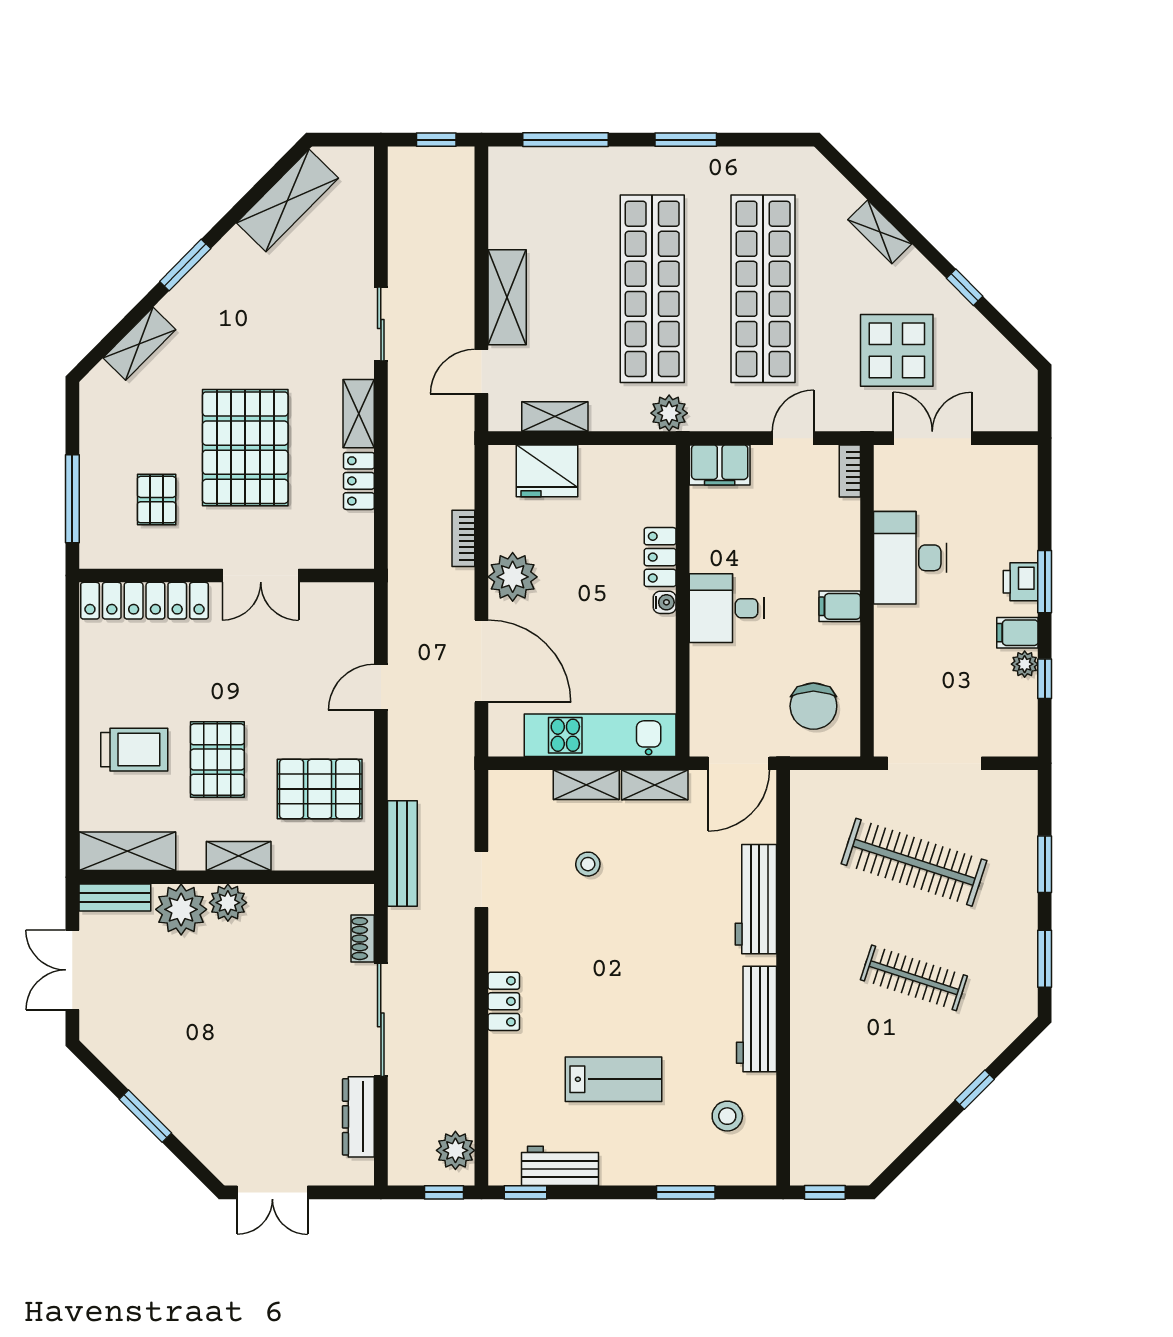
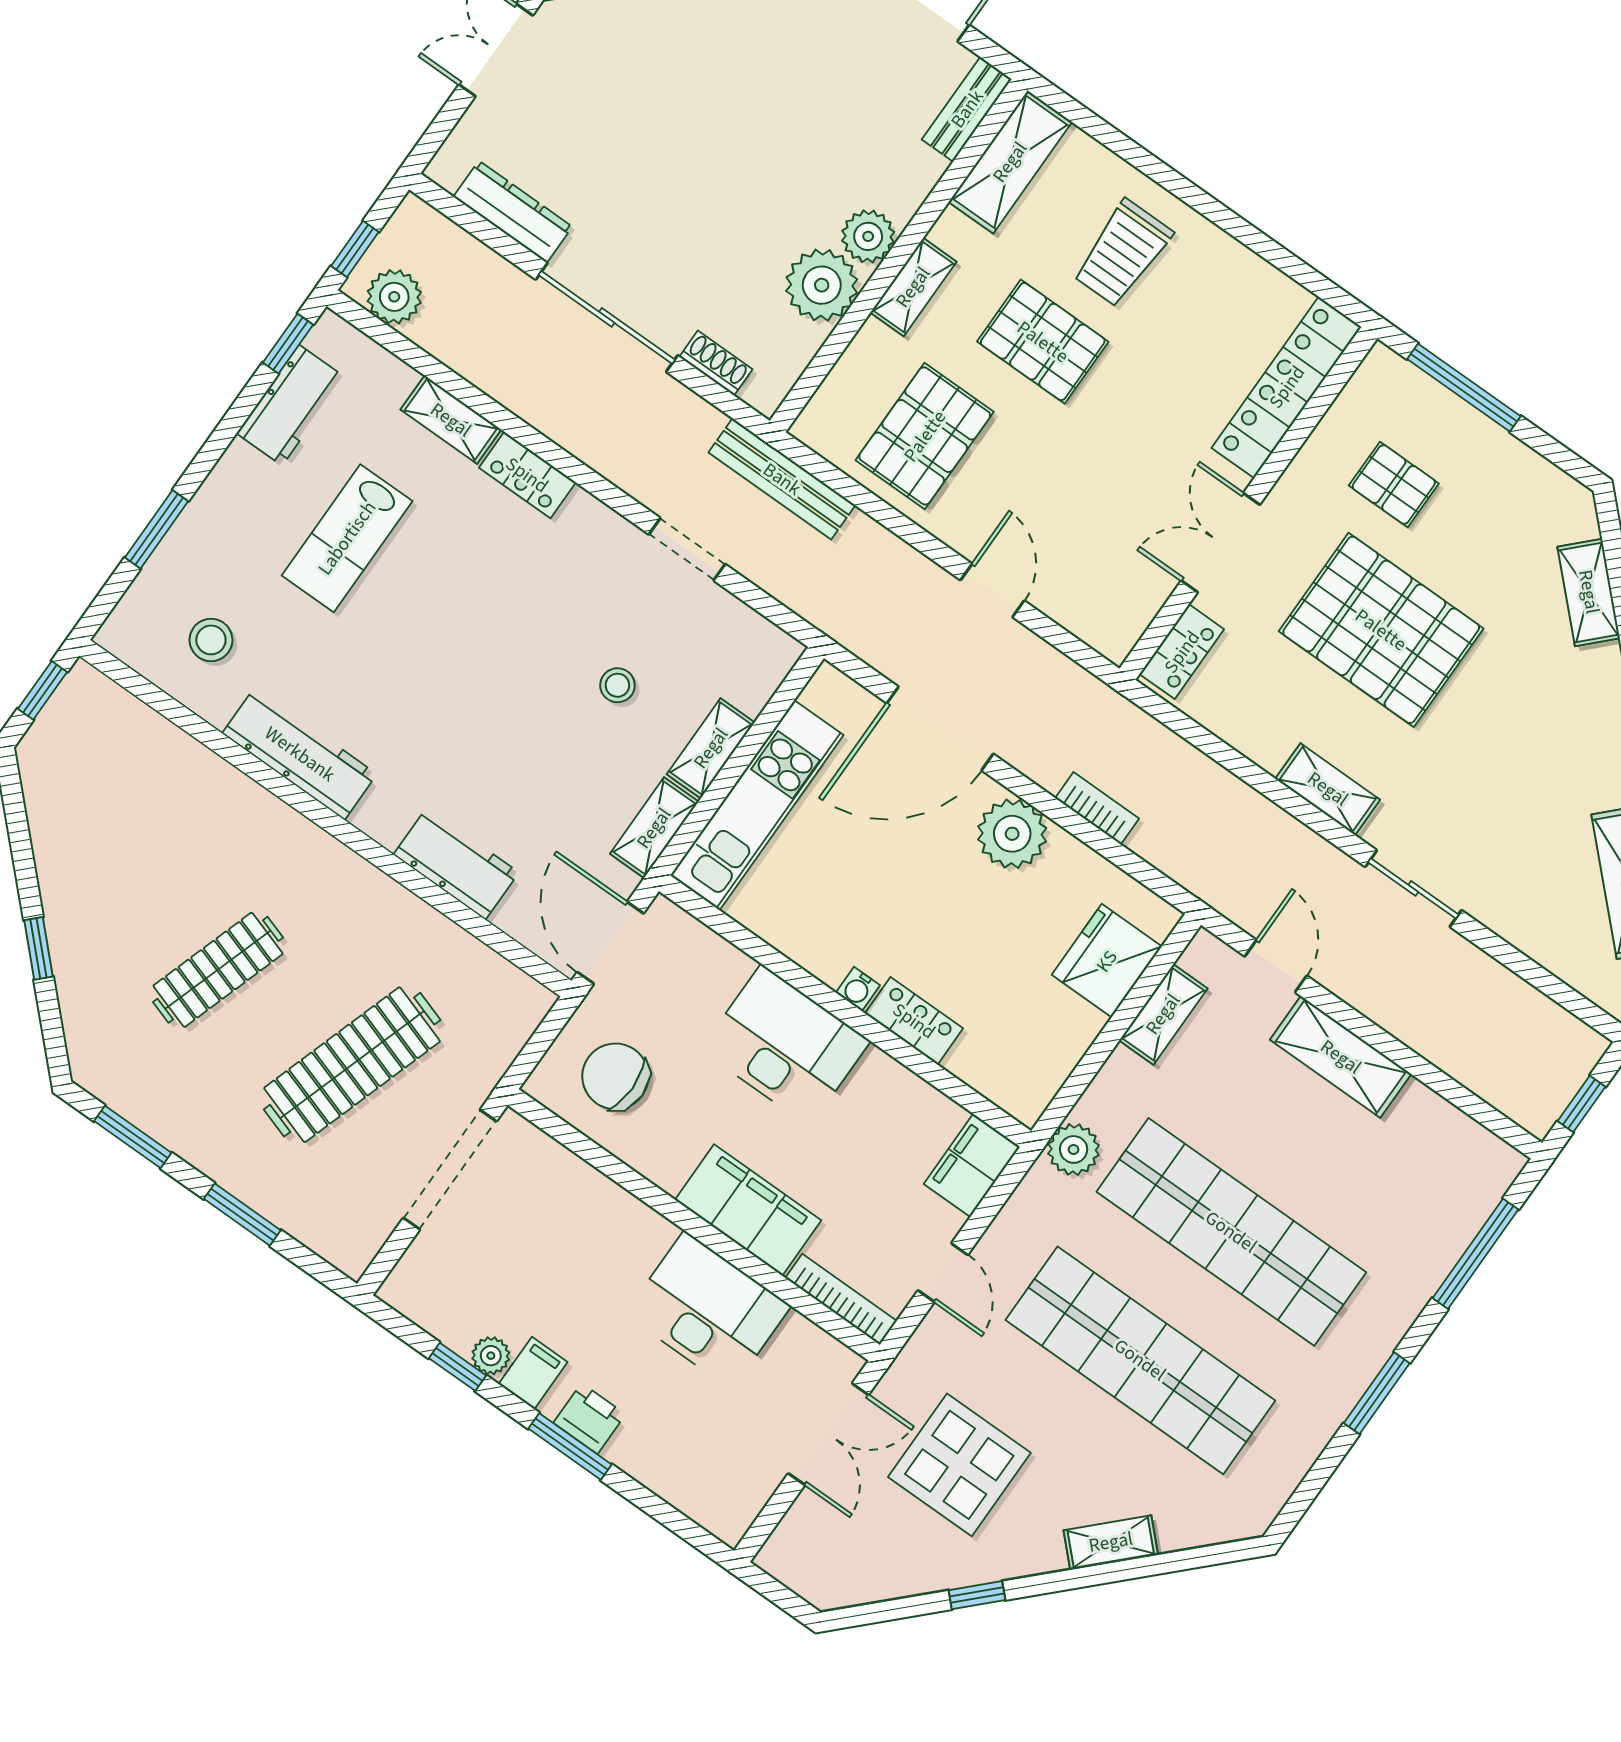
bookcase: (850, 471) -> (841, 1299), width x1.56
locker: (359, 481) -> (1182, 652), moved, turned 90
filing cabinet: (840, 606) -> (748, 1210), width x3.00, depth x1.17
desk: (726, 608) -> (785, 1045), width x1.37
workbench: (756, 899) -> (456, 863), width x0.73
plant: (181, 909) -> (822, 285), moved
shelving: (503, 1068) -> (451, 420), added

